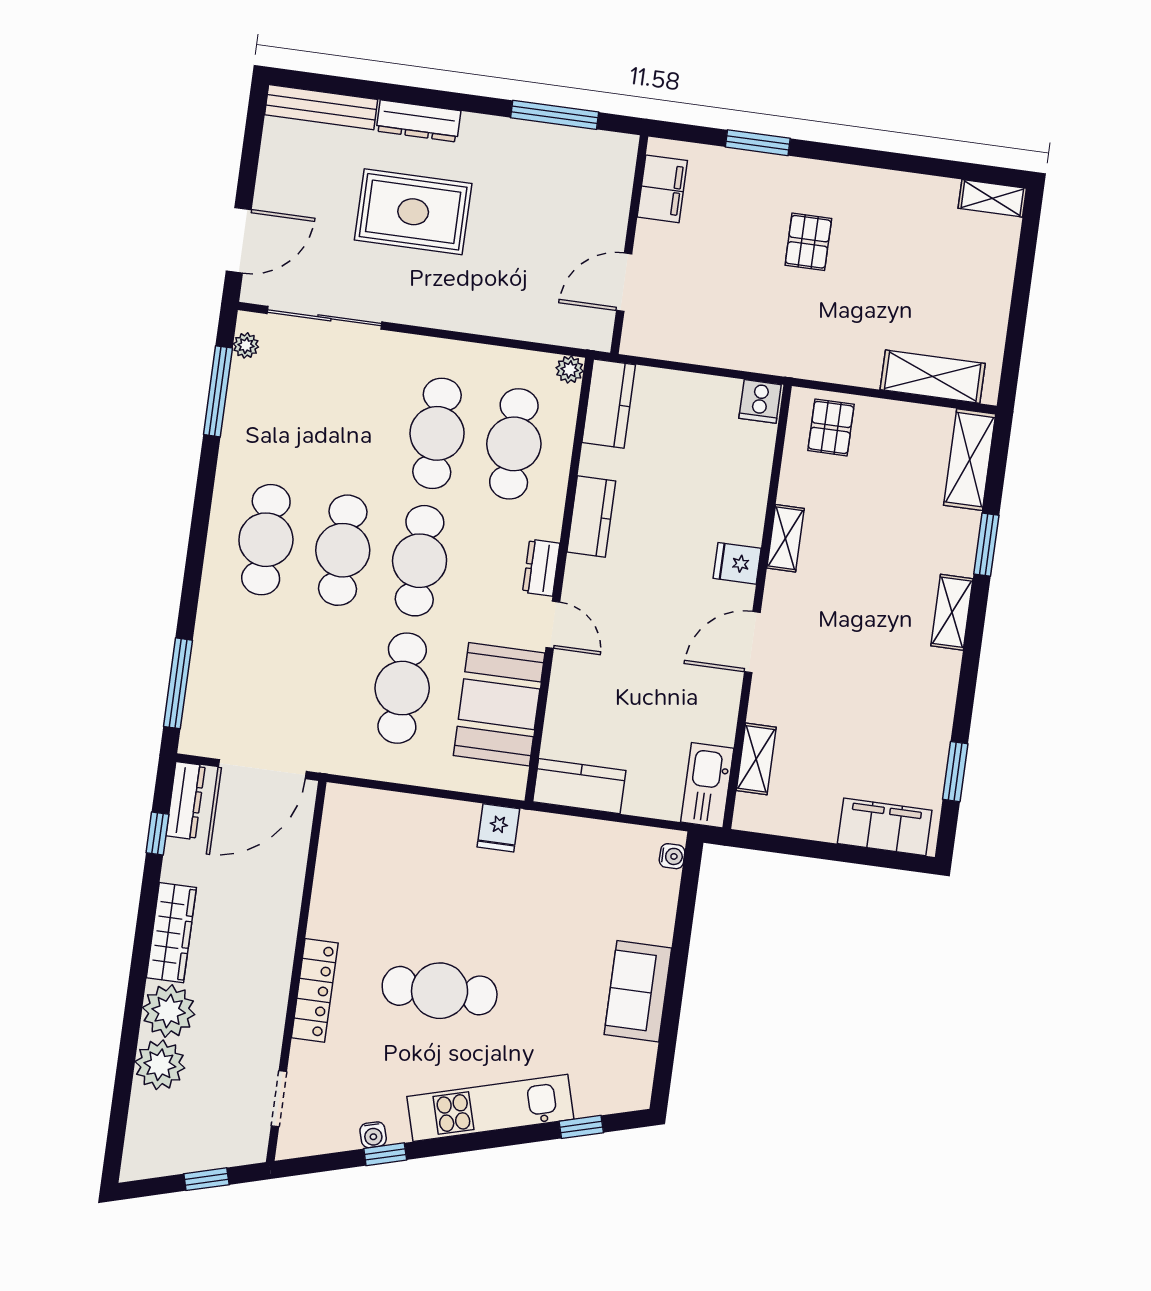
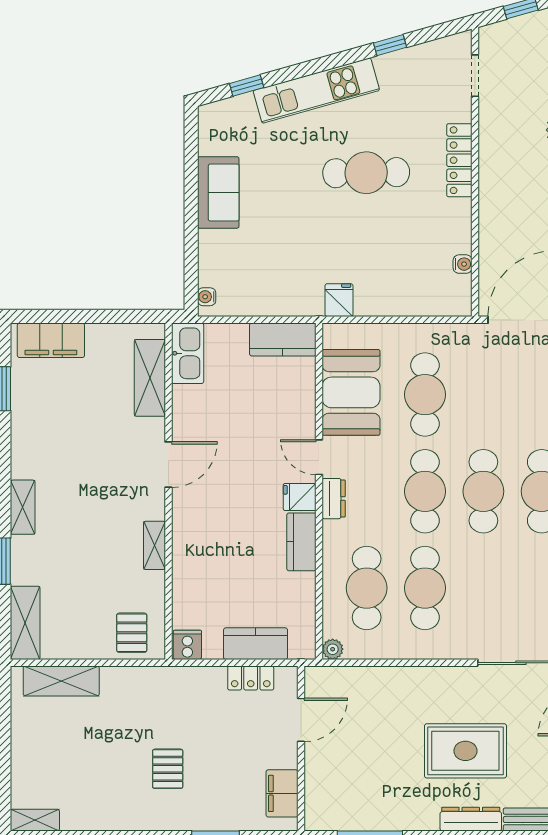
locker: (683, 346) -> (251, 678), added
kitchen counter: (609, 404) -> (256, 644), moved, turned 90
fridge: (737, 563) -> (300, 497), moved, turned 180
shelving: (756, 759) -> (150, 378), width x1.50, depth x1.33
water cooler: (373, 1135) -> (463, 264), moved, turned 106

